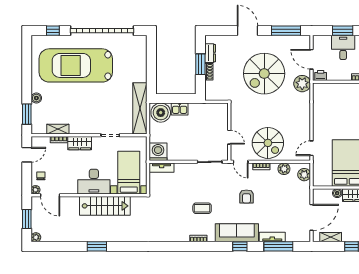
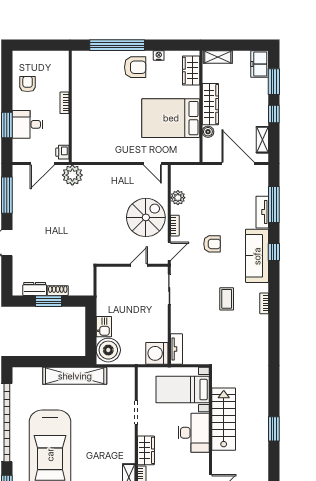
spiral stairs: (264, 74) -> (60, 222), removed
shelving: (140, 108) -> (75, 376), moved
plant: (304, 175) -> (185, 173), removed

